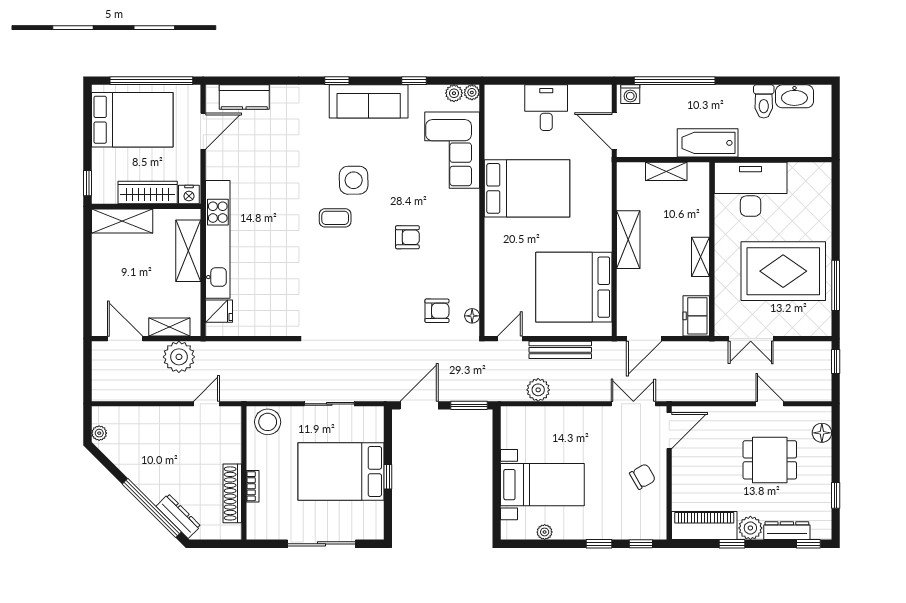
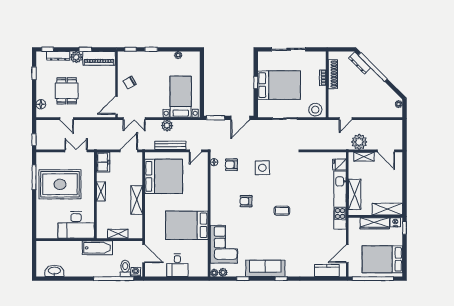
toilet: (764, 101) -> (125, 268), moved
side table: (354, 180) -> (262, 168), moved
nightstand: (189, 195) -> (395, 222), moved
plant: (538, 390) -> (167, 126), moved
dining table: (770, 460) -> (67, 91), turned 90
bed with nightstands: (542, 485) -> (181, 97), moved, turned 90

